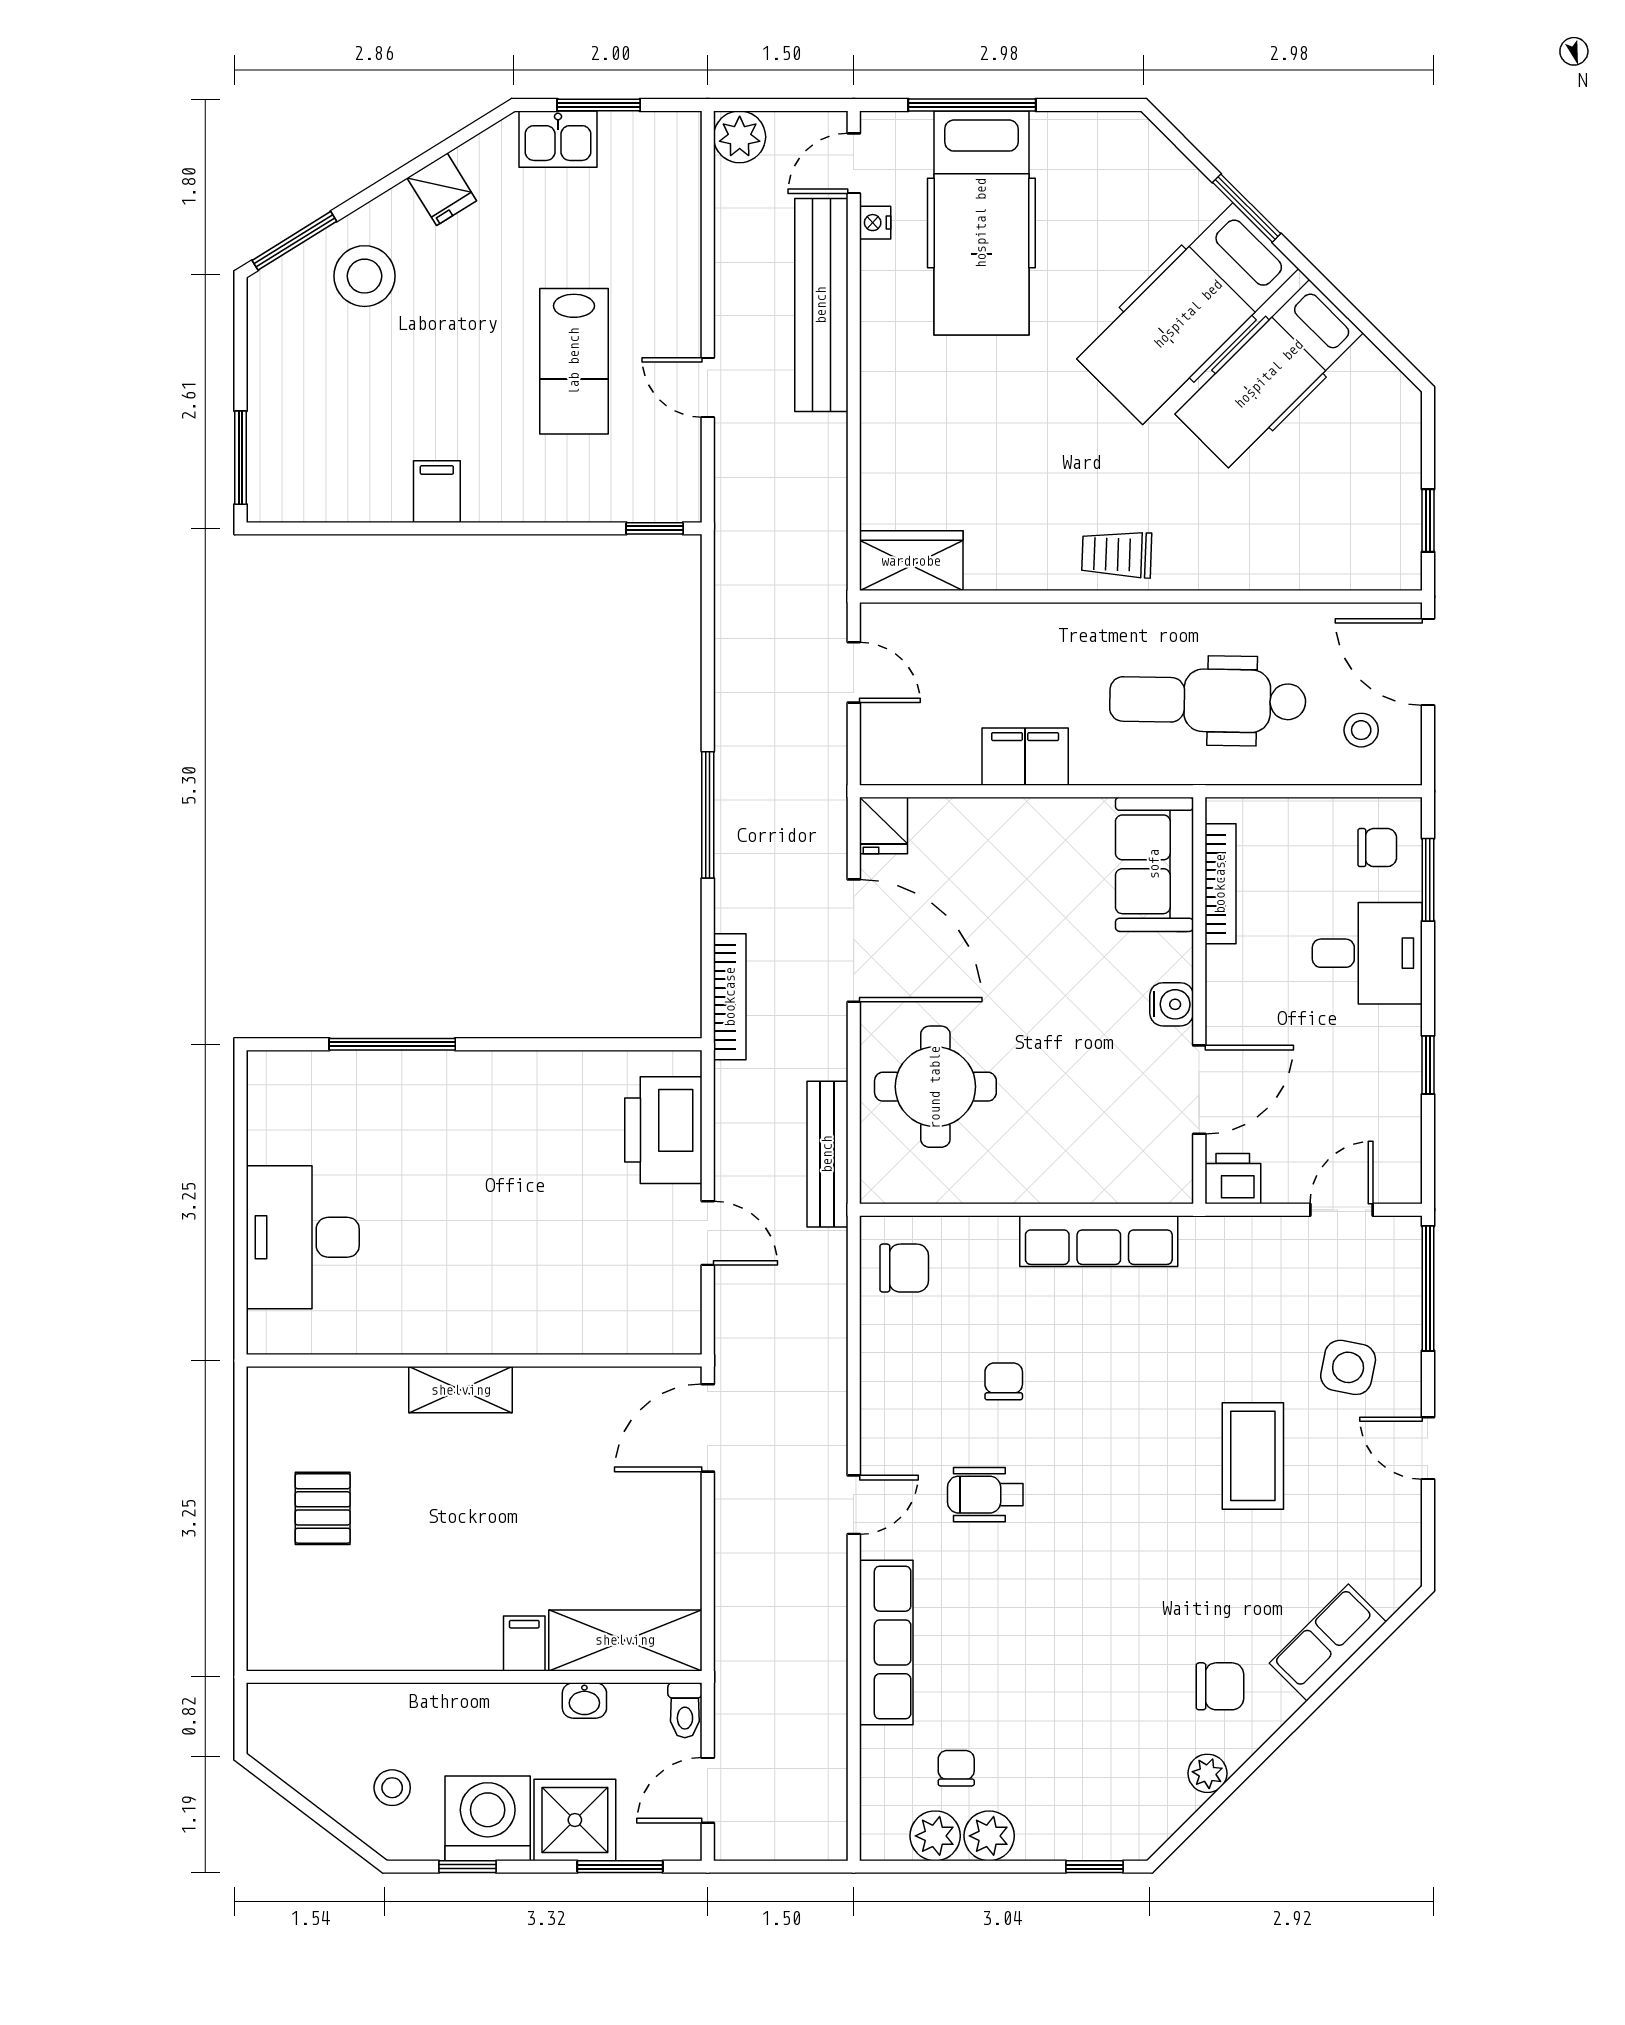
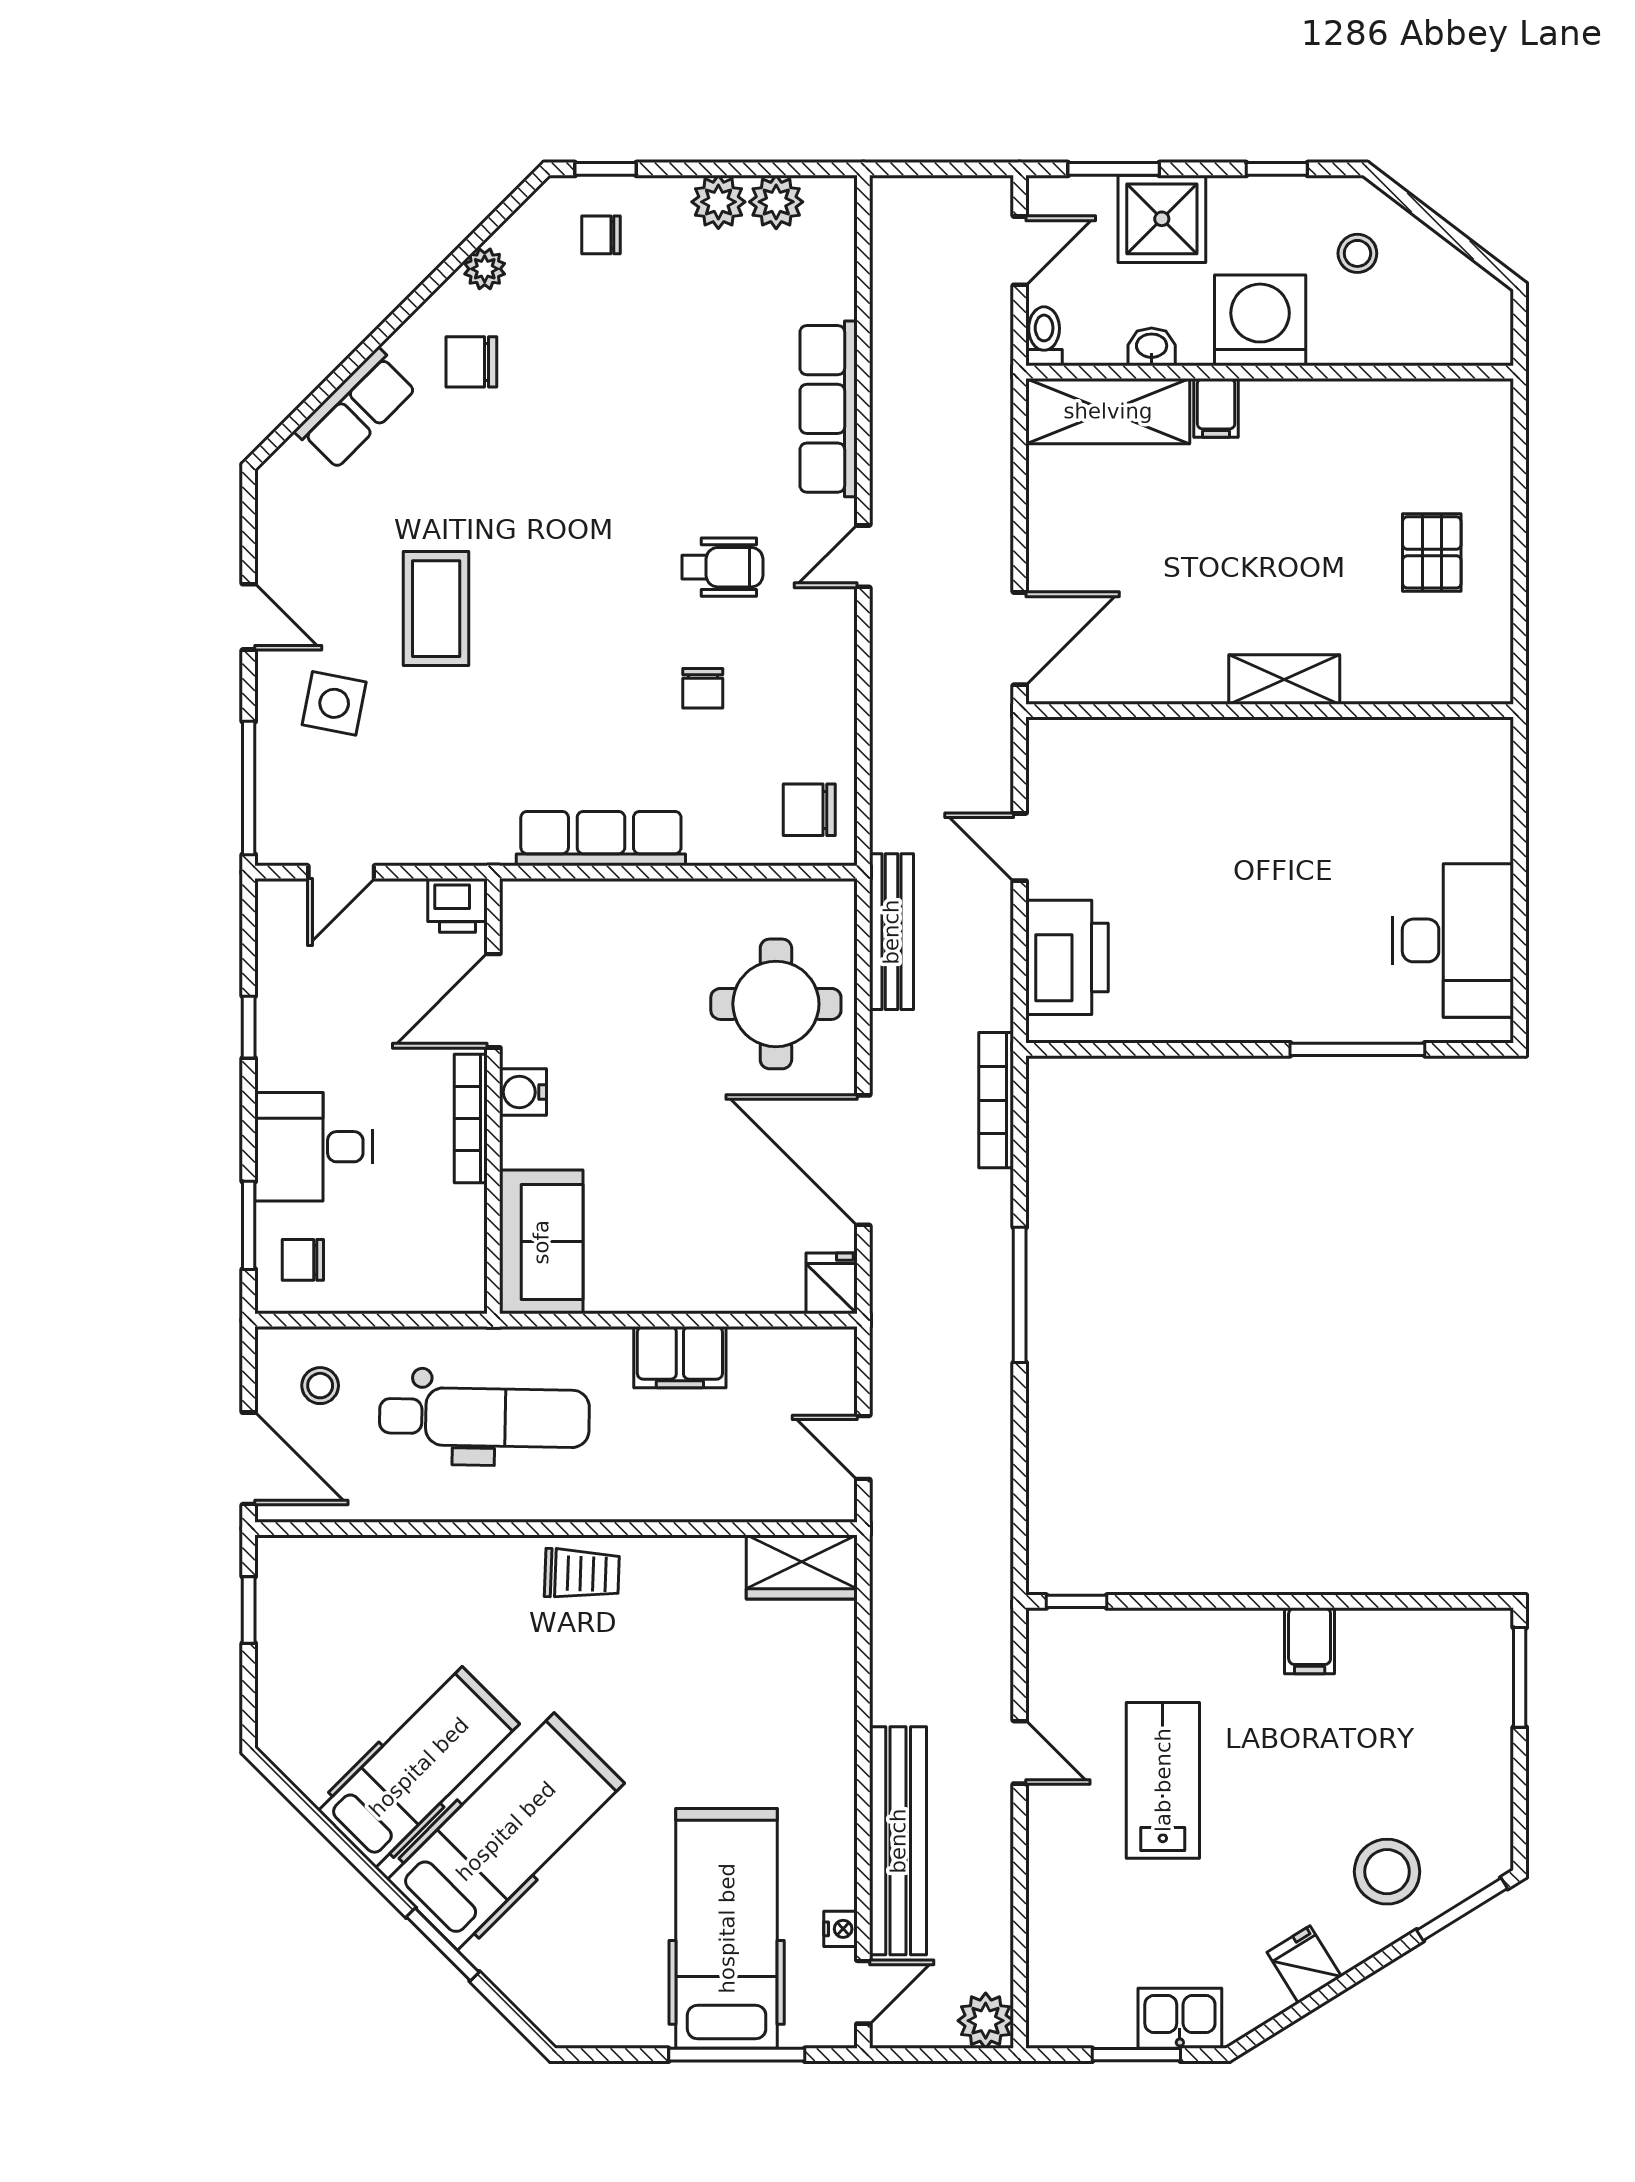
bookcase: (1220, 884) -> (471, 1119), moved
desk: (303, 1237) -> (1453, 940), moved
chair: (956, 1768) -> (601, 235), moved, turned 90
washing machine: (488, 1818) -> (1260, 320), moved, turned 180

